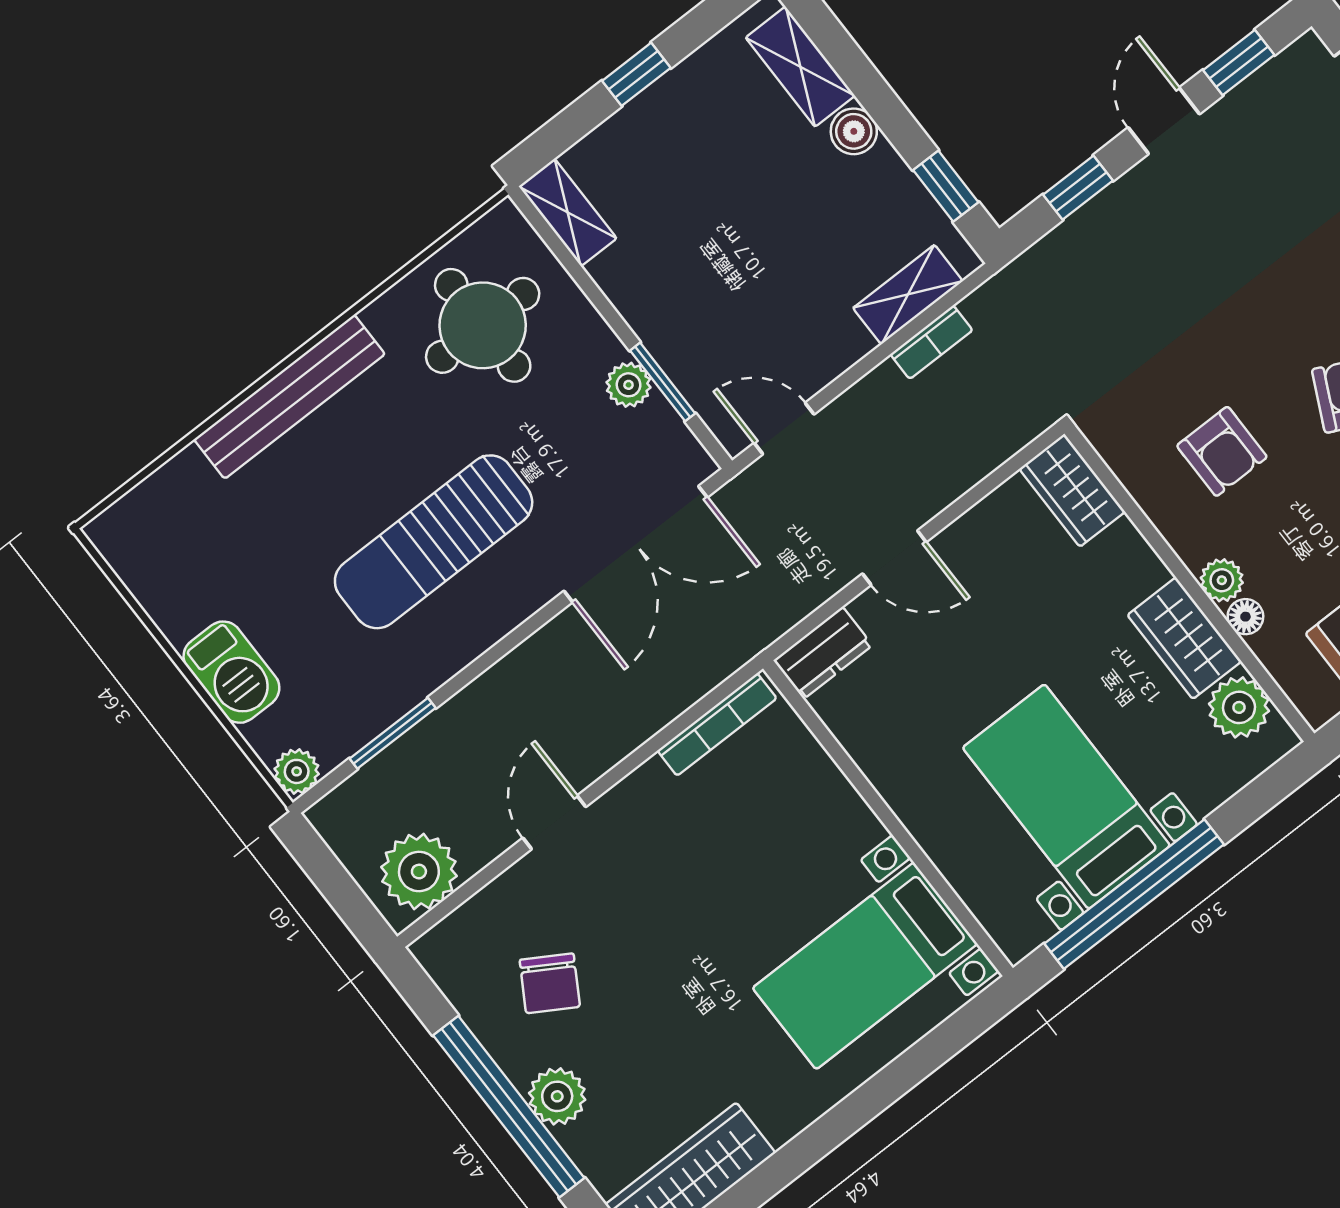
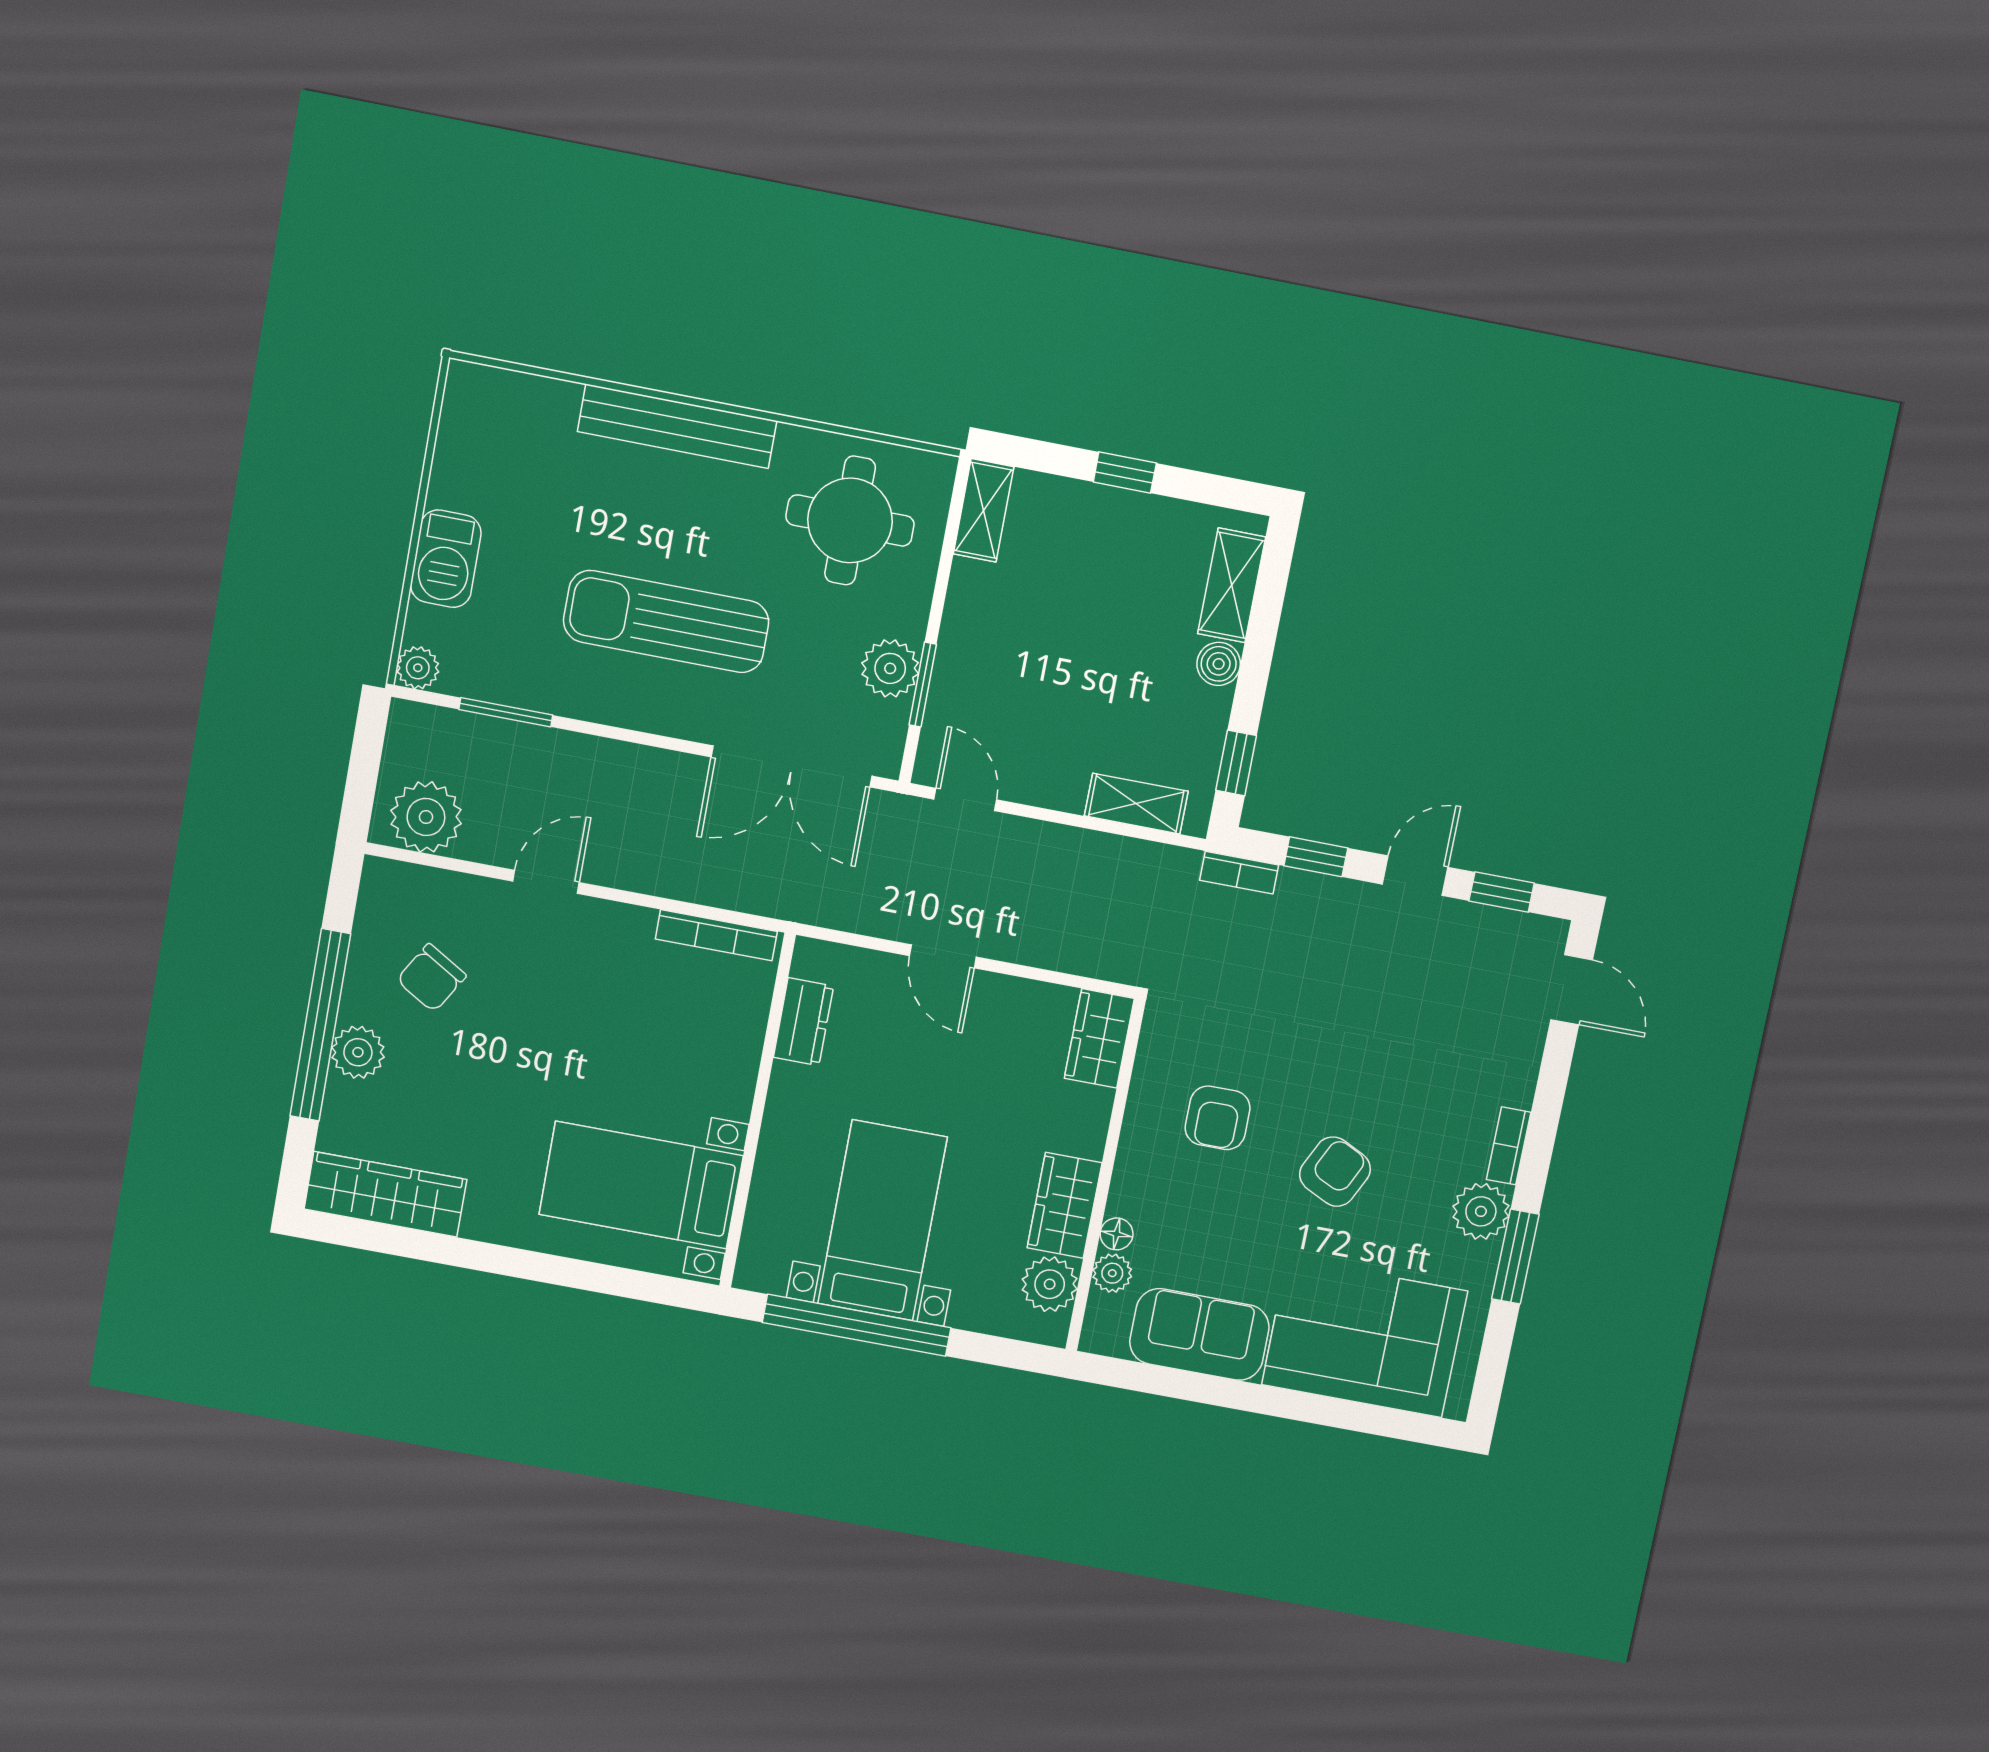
bookcase: (931, 342) -> (1239, 873), moved
plant: (628, 385) -> (890, 668), width x1.38, depth x1.38
plant: (1222, 580) -> (1112, 1273), moved
dresser: (823, 653) -> (803, 1022), moved, turned -90

